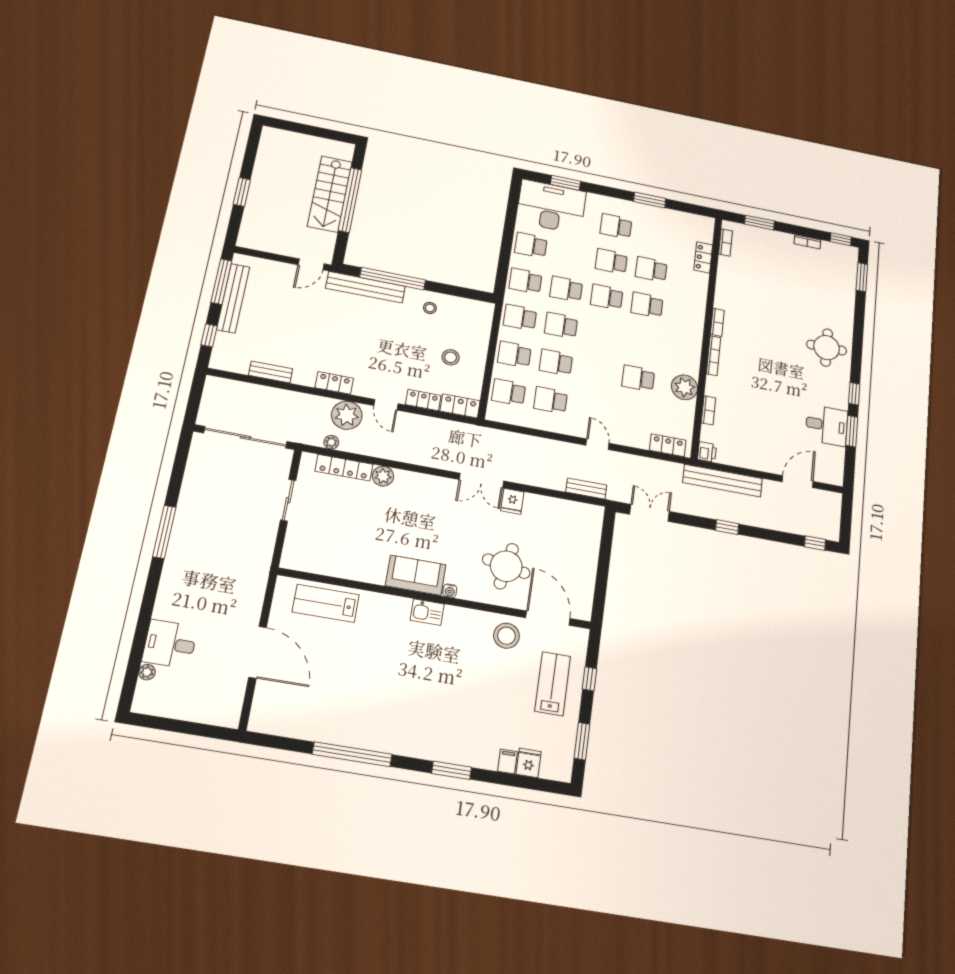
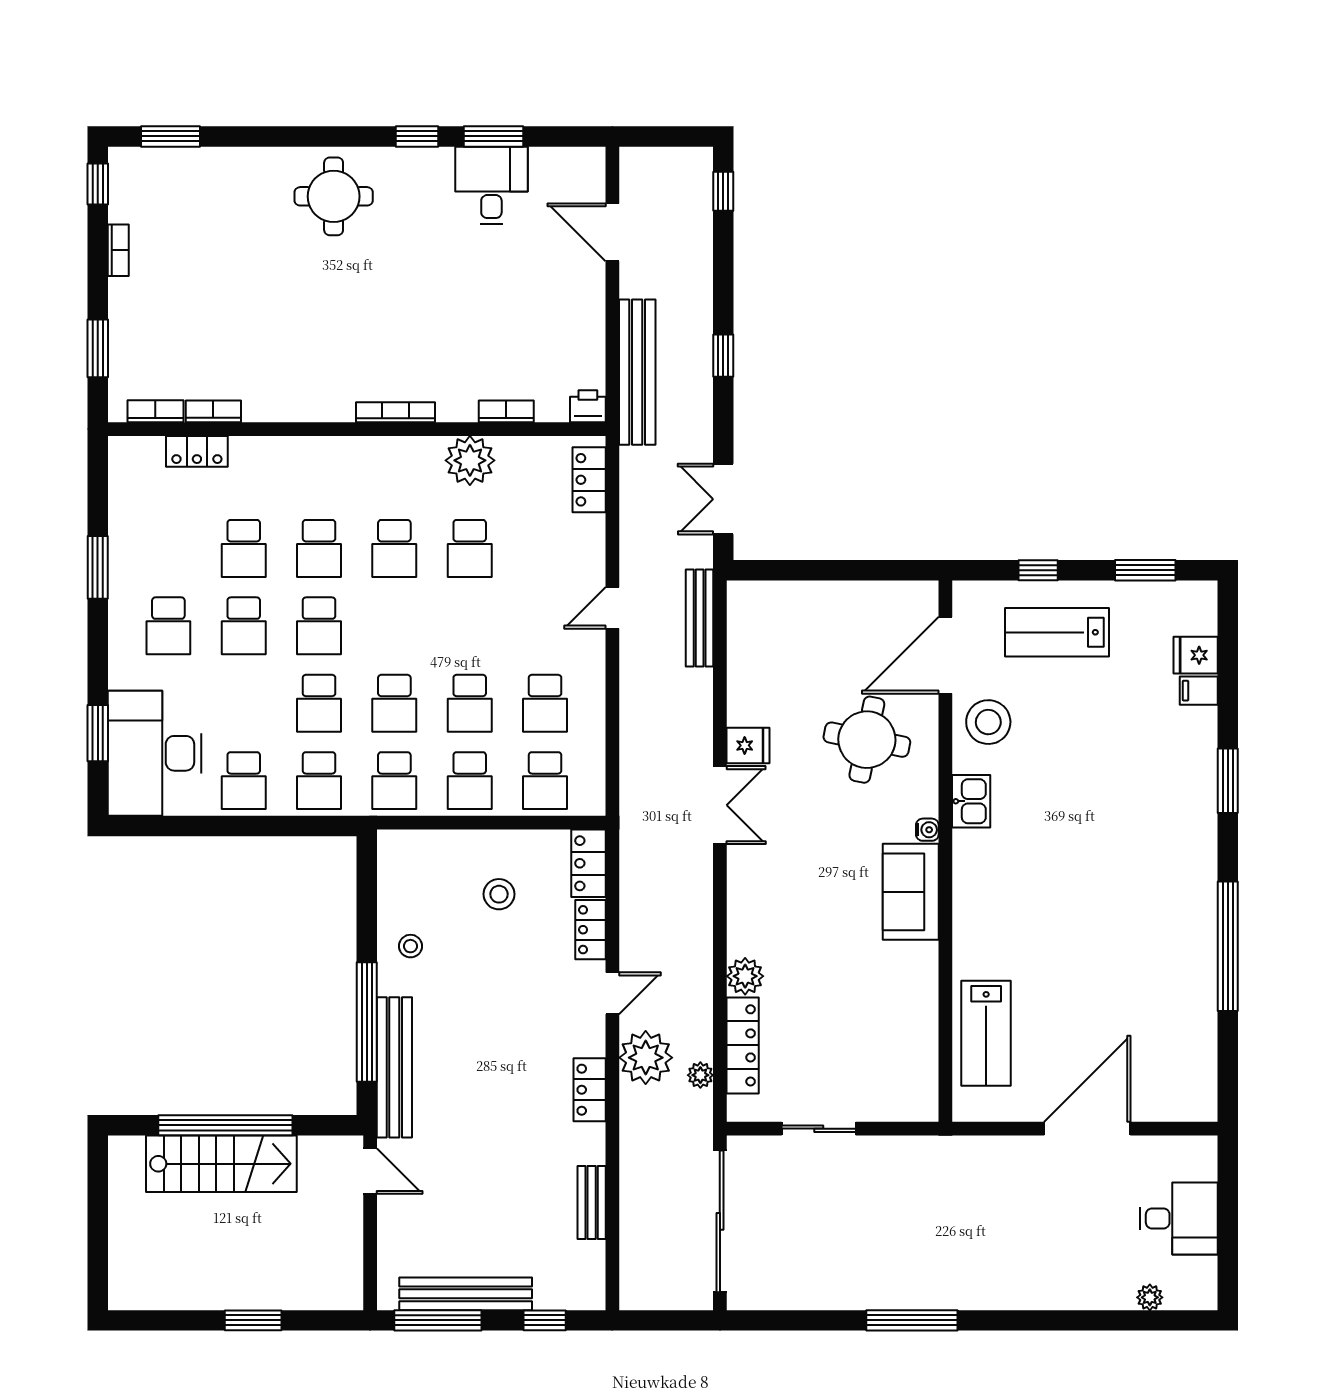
bookcase: (717, 322) -> (213, 411), moved
school desk: (643, 341) -> (394, 548), added
bench: (586, 489) -> (700, 618), width x1.36
kitchen sink: (427, 612) -> (971, 801), moved
desk: (170, 644) -> (1179, 1218), moved, turned -90

